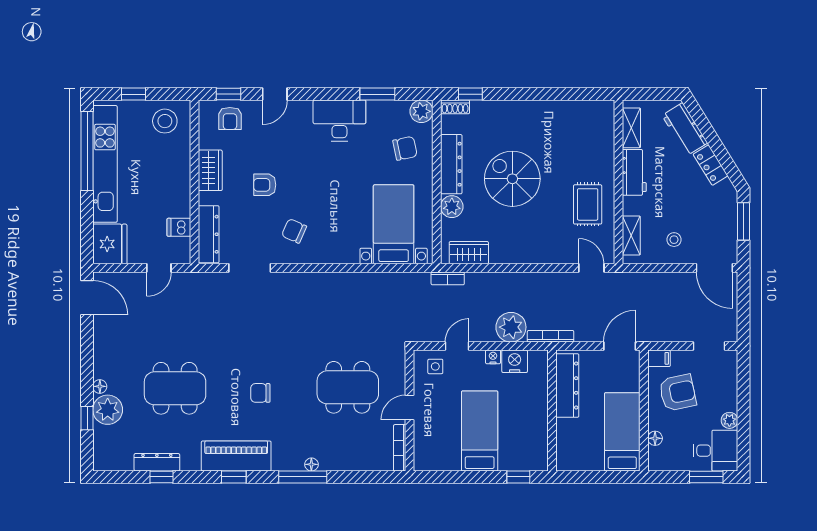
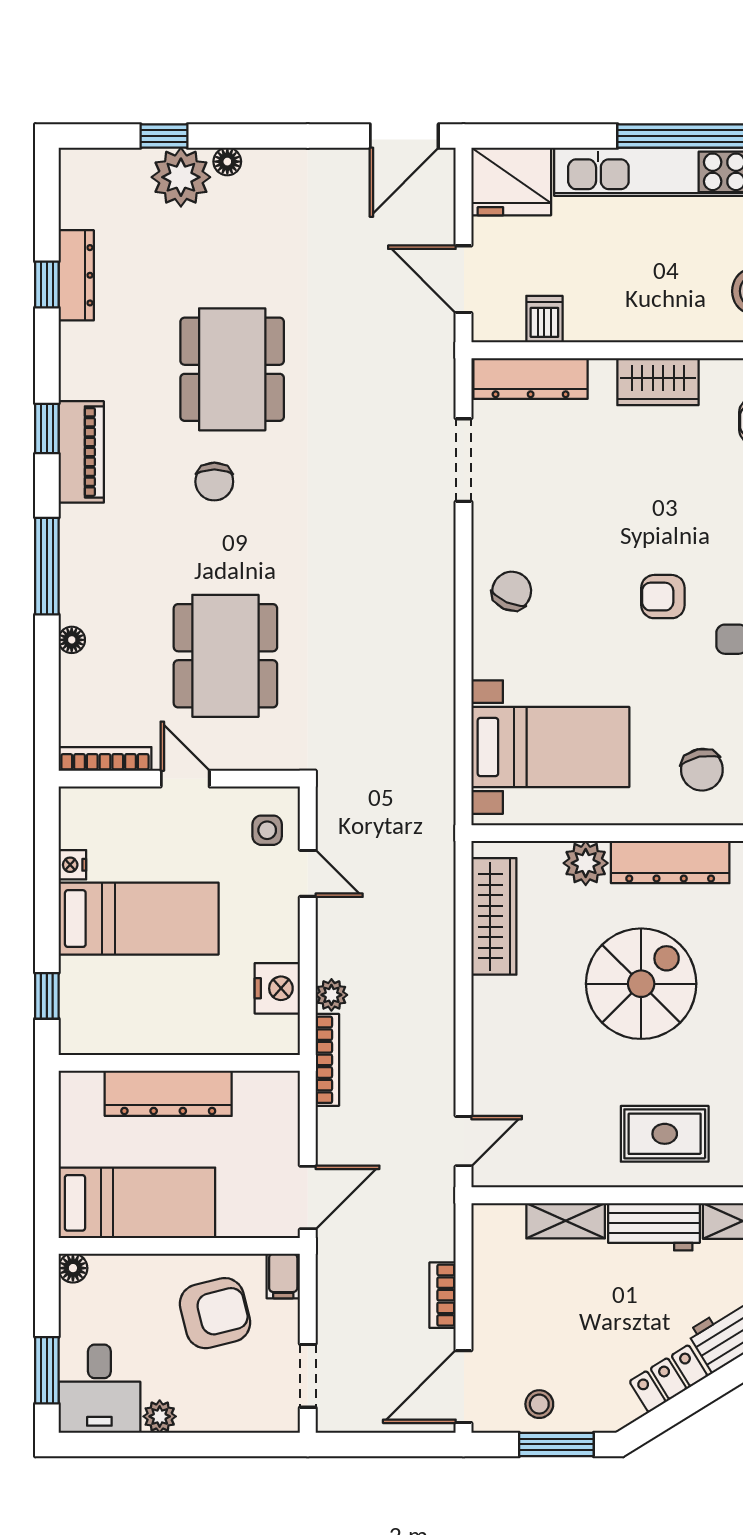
armchair: (265, 185) -> (663, 597), moved, turned -90
rug: (588, 204) -> (665, 1134), moved
chair: (294, 231) -> (512, 591), moved
shelving: (631, 236) -> (566, 1221), moved
stool: (674, 240) -> (539, 1404), moved
wardrobe: (469, 253) -> (494, 916), width x1.50
door: (159, 268) -> (464, 279), width x1.38
bookcase: (448, 278) -> (443, 1295), moved
plant: (511, 327) -> (331, 995), width x0.53, depth x0.53
door: (620, 346) -> (308, 1198), hinge flipped
nightstand: (493, 357) -> (72, 865), moved, turned 180
dresser: (567, 386) -> (168, 1093), moved
dining table: (175, 388) -> (232, 369), moved
chair: (260, 393) -> (214, 482), turned 180
armchair: (678, 393) -> (215, 1313), turned -92
floor lamp: (655, 438) -> (73, 1268), moved
piano: (236, 456) -> (81, 452), width x0.73, depth x0.75
floor lamp: (311, 464) -> (72, 640), moved

